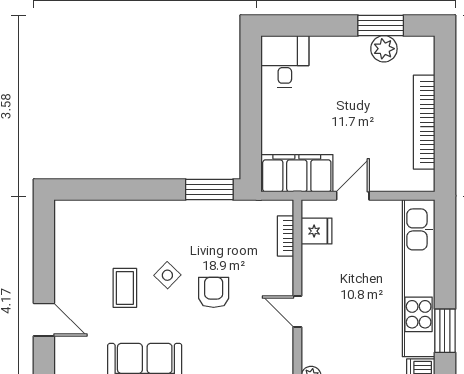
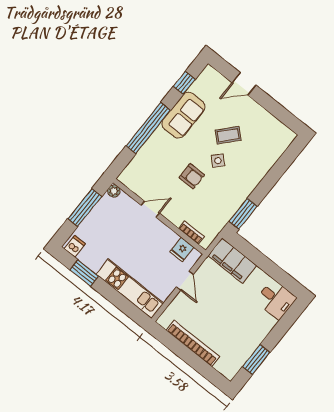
plant: (384, 49) -> (244, 352), removed
filing cabinet: (297, 173) -> (232, 261), moved, turned 90
kitchen unit: (419, 278) -> (130, 289), width x0.73
coffee table: (125, 288) -> (228, 135), turned -48

